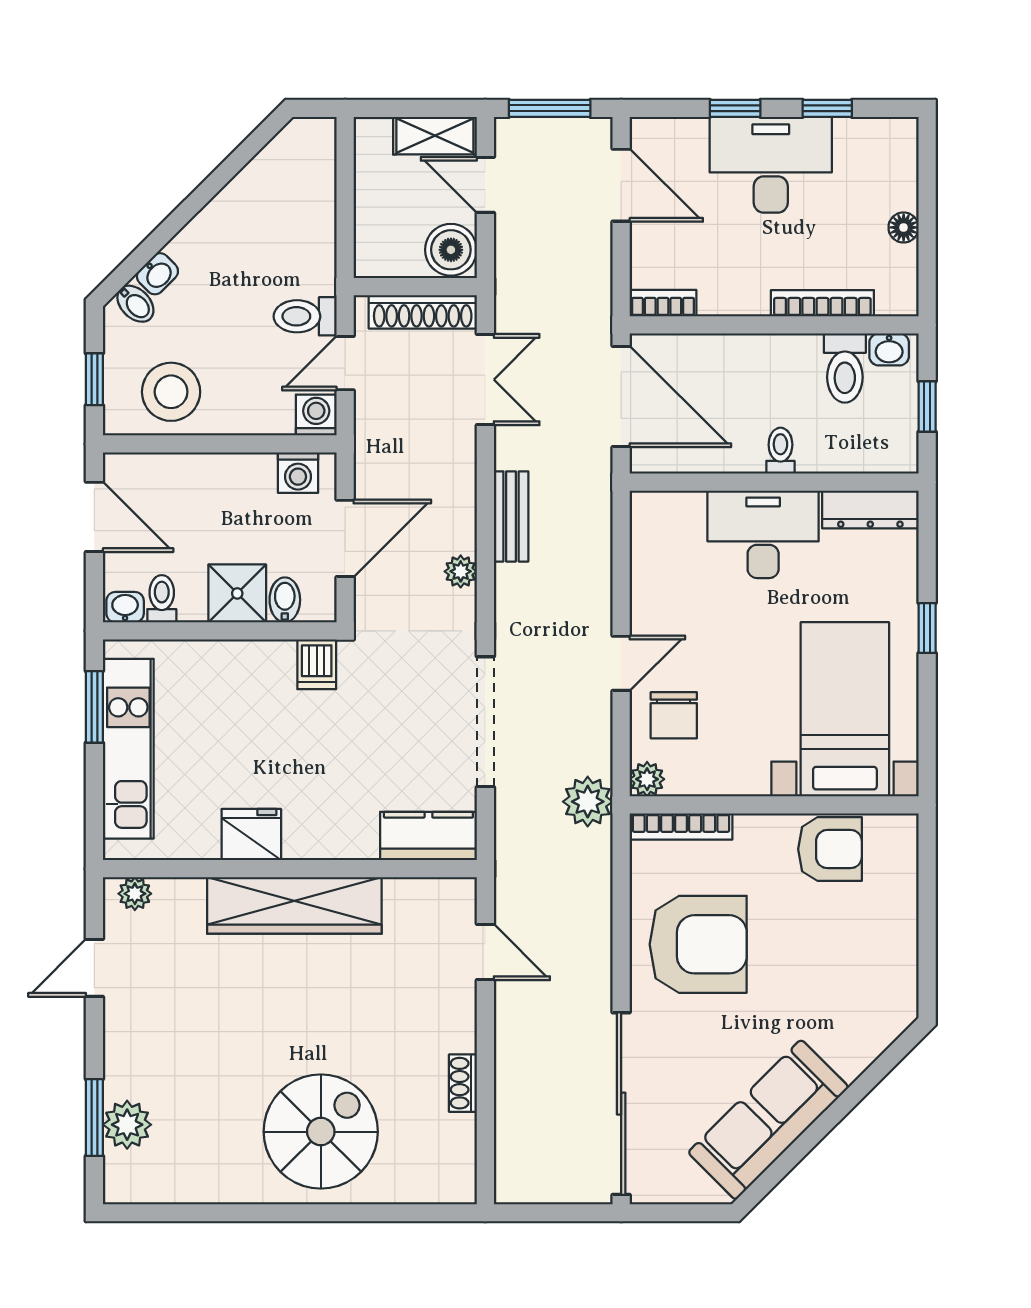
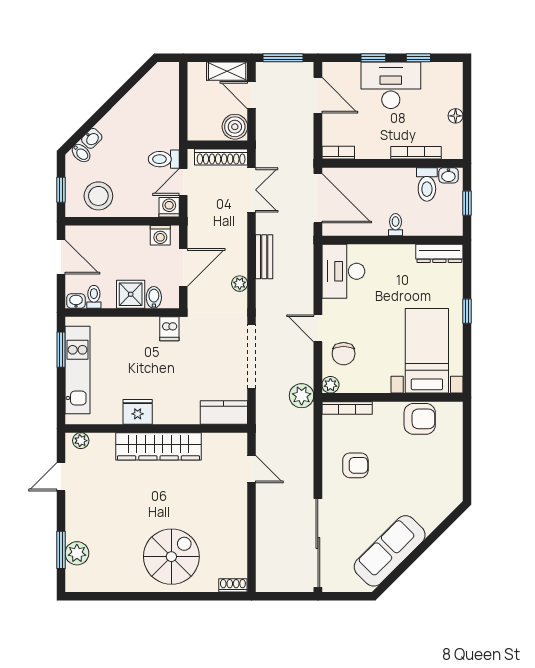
desk: (763, 534) -> (343, 271), moved, turned -90
door: (621, 663) -> (318, 328), swing flipped
armchair: (698, 944) -> (355, 465), width x0.53, depth x0.53
shoe rack: (463, 1083) -> (233, 585), moved, turned 90

